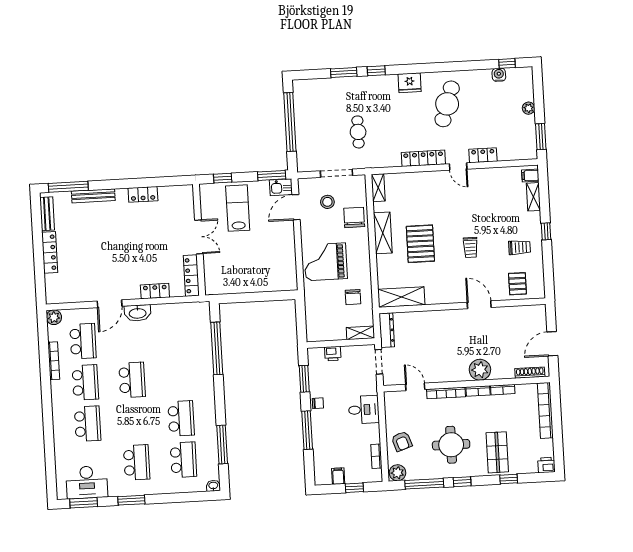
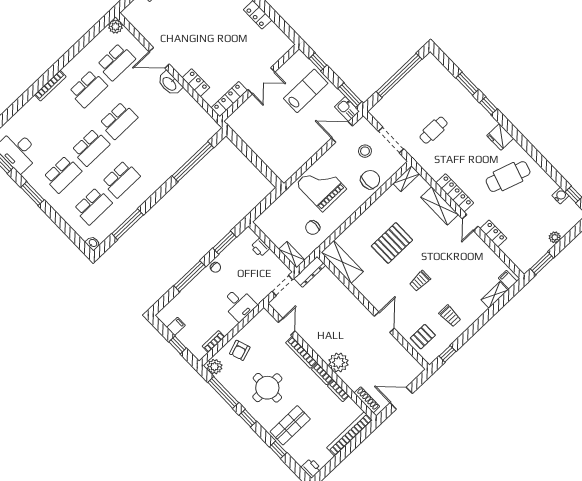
window: (546, 231) -> (447, 354), moved
shelving: (383, 233) -> (440, 206), moved, turned 90
bookcase: (54, 361) -> (50, 86), moved
school desk: (88, 424) -> (91, 147), moved

